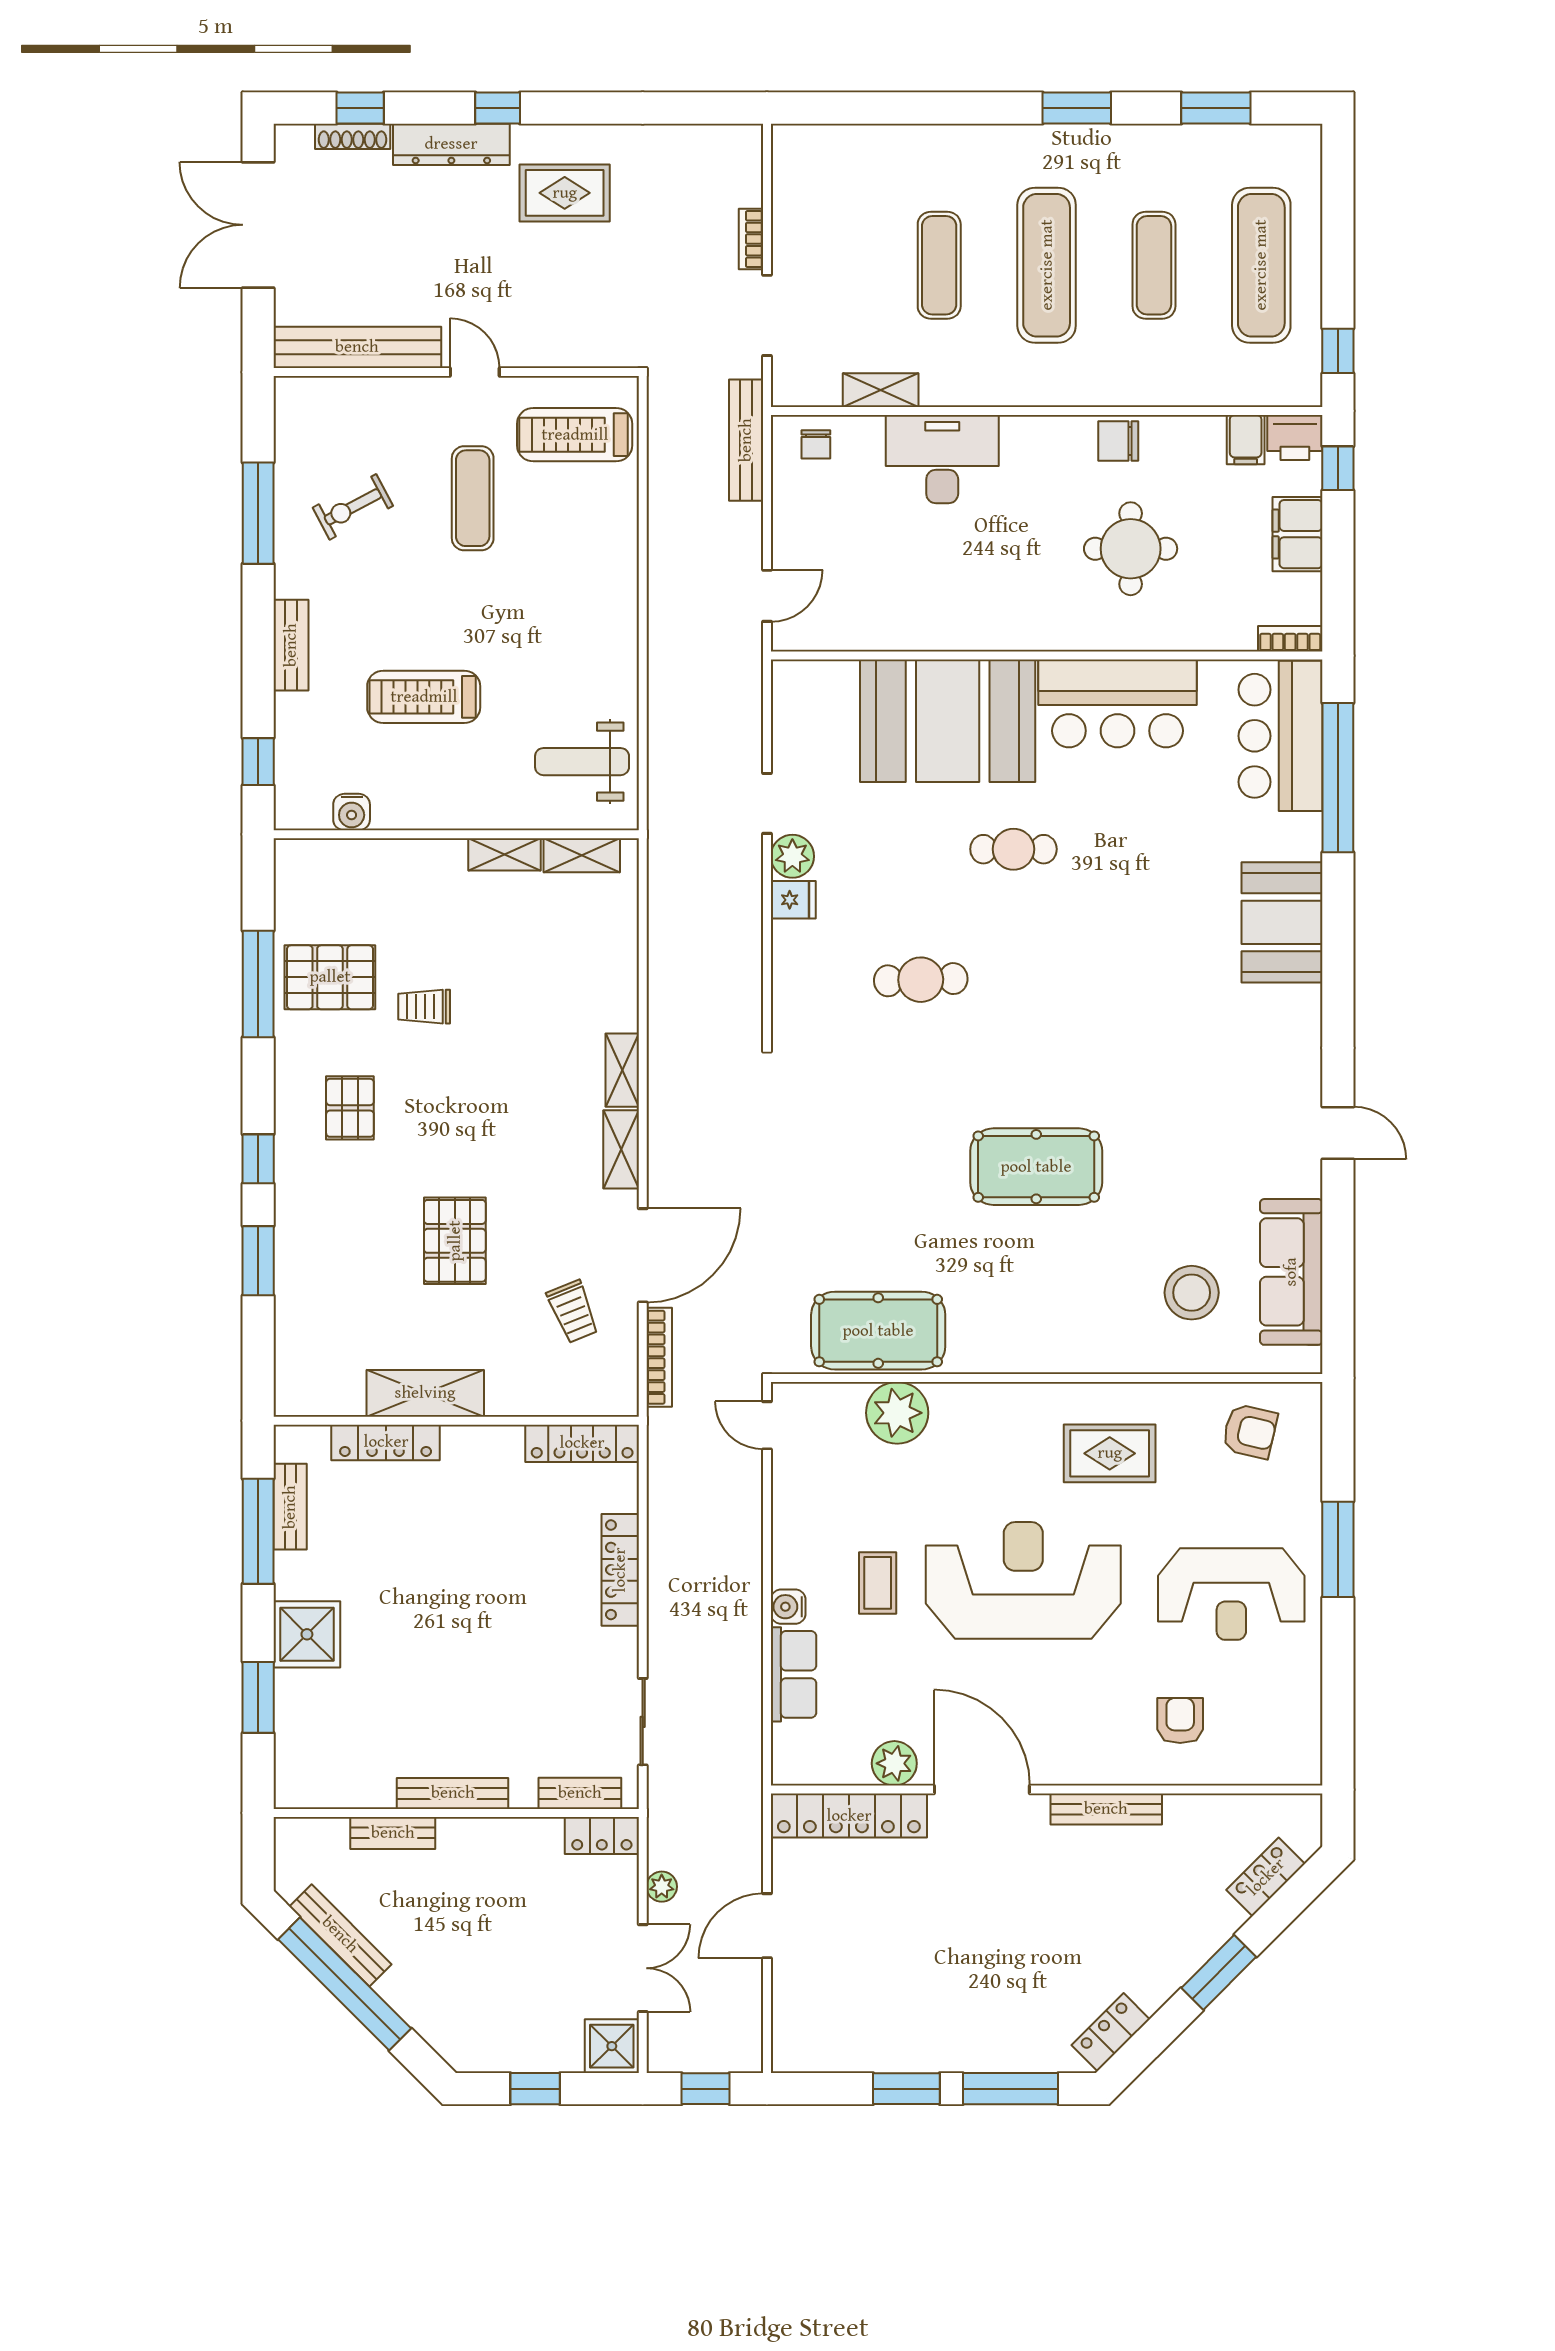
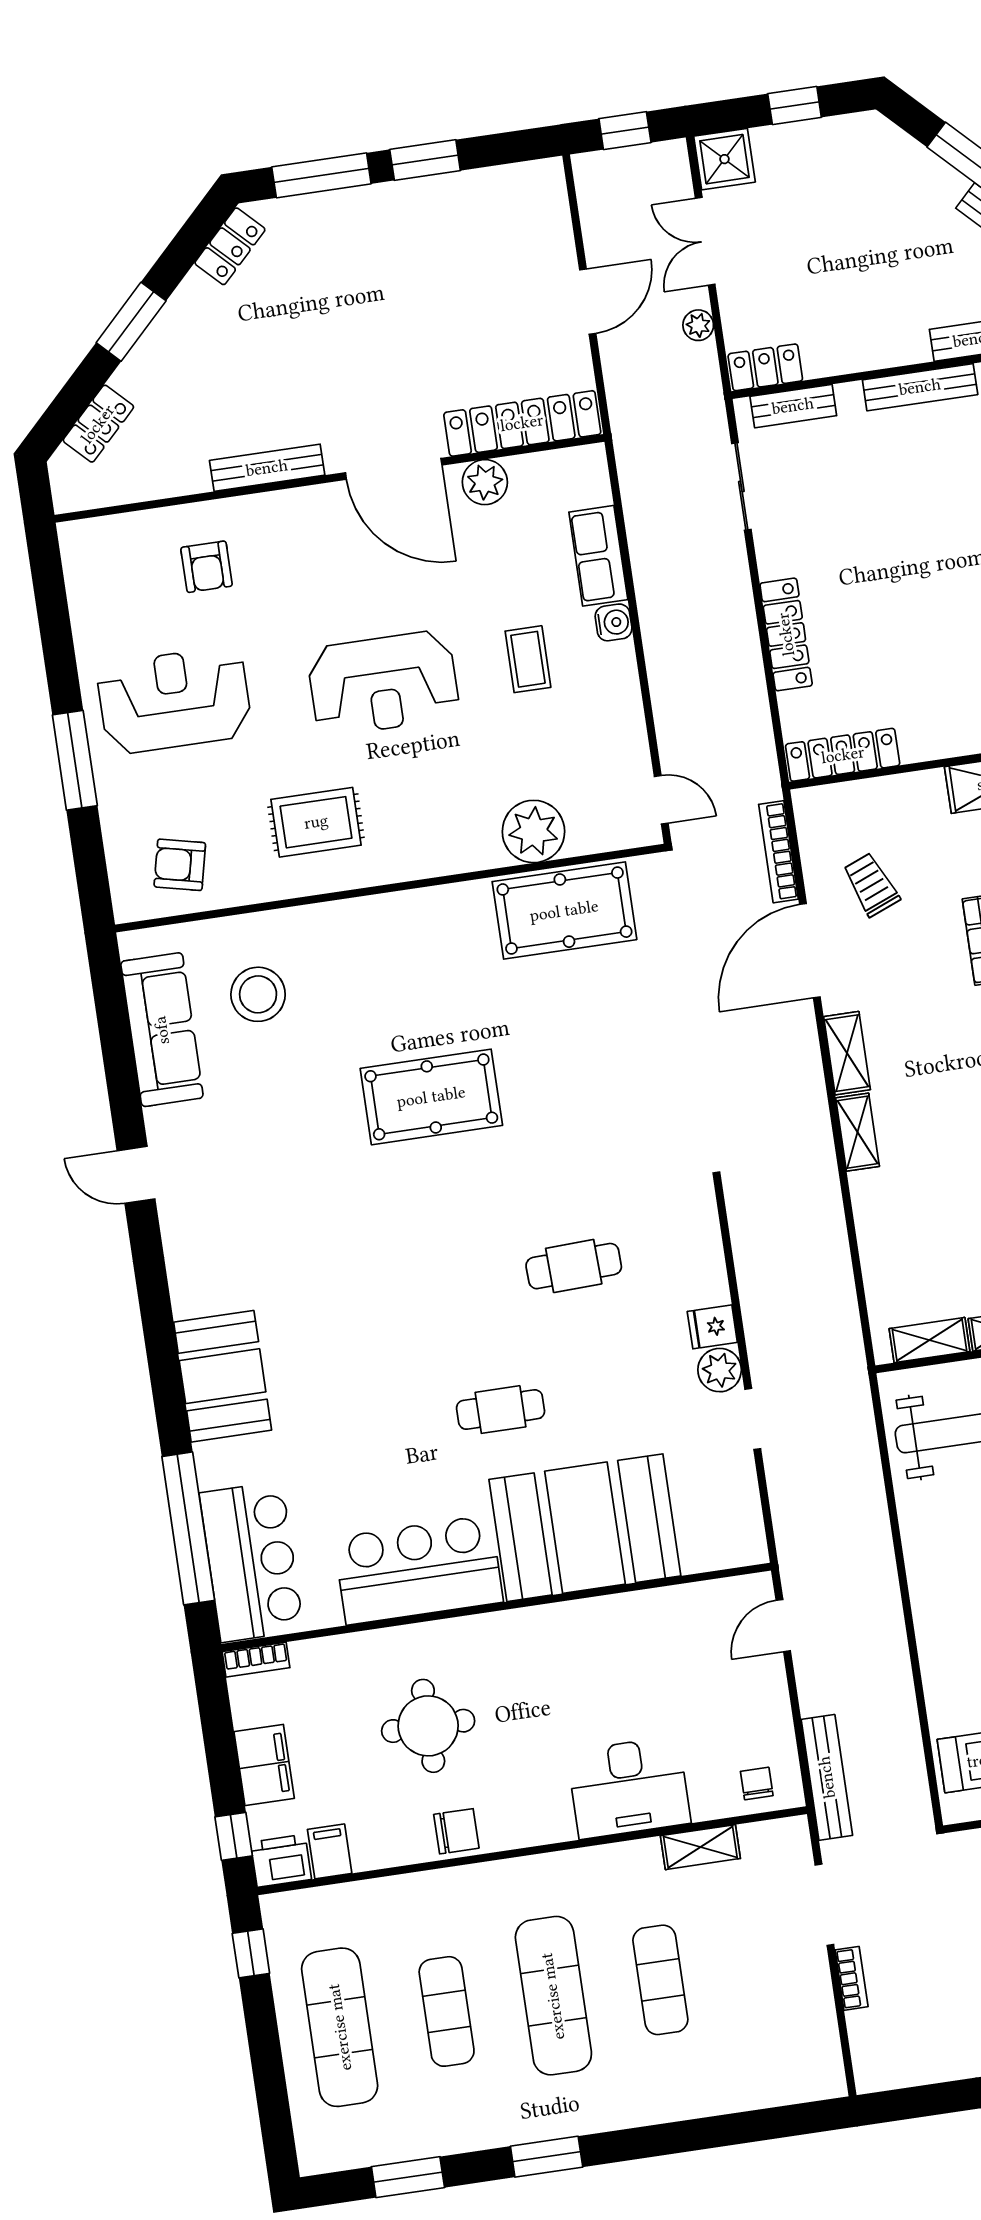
reception desk: (1023, 1580) -> (383, 683), width x0.74, depth x0.77

